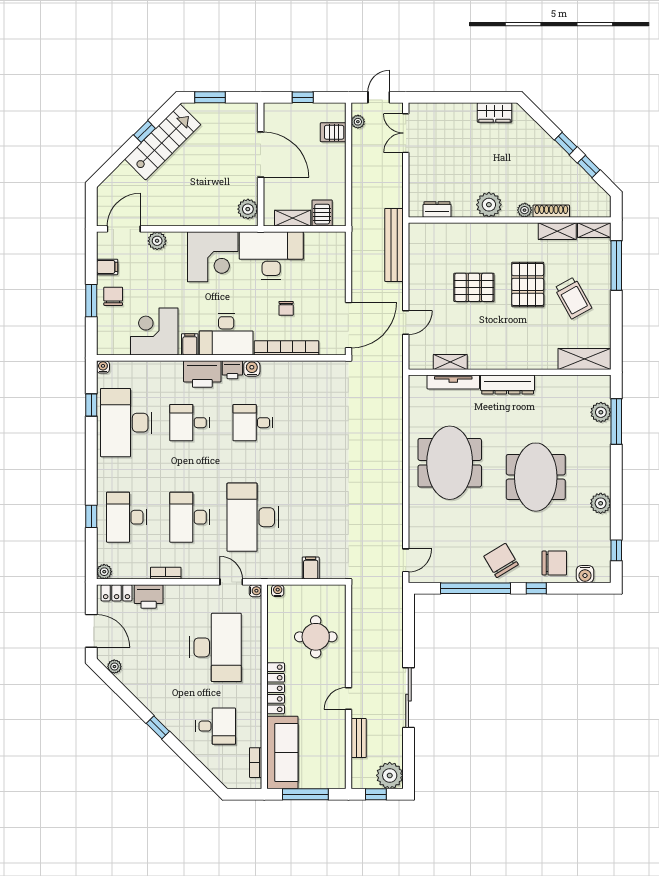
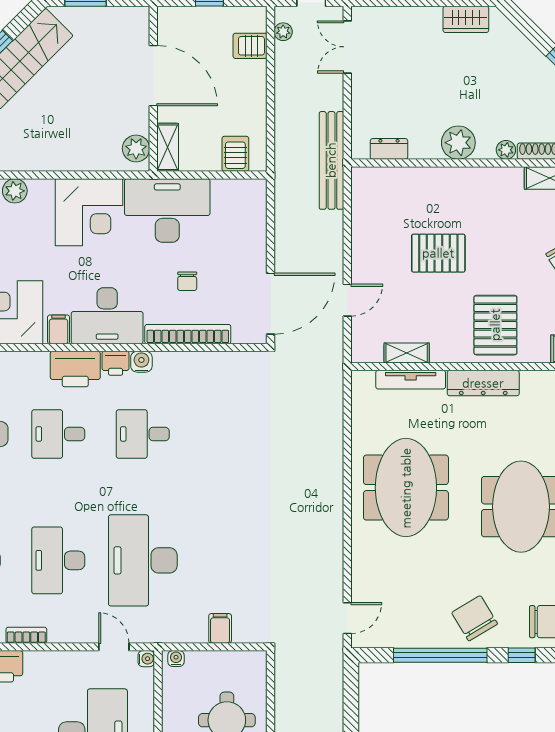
shelving: (293, 218) -> (168, 147), moved, turned 90
bench: (394, 245) -> (331, 160), moved
pallet: (528, 284) -> (495, 325), moved

